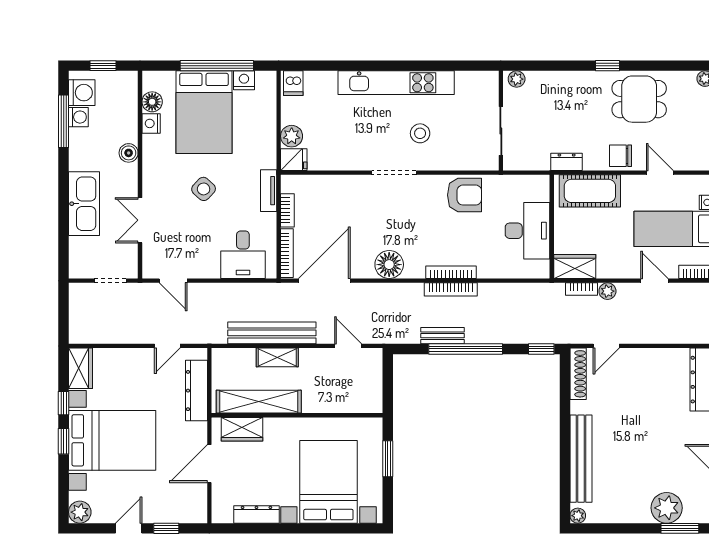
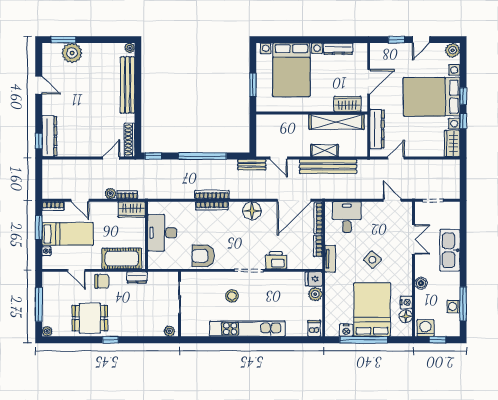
washing machine: (82, 93) -> (425, 328), moved, turned 90
printer: (352, 188) -> (276, 260), added
bench: (442, 336) -> (252, 165), moved

